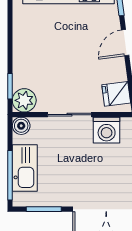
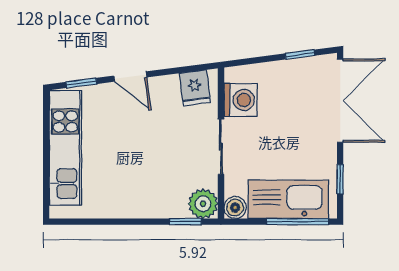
kitchen sink: (25, 168) -> (288, 199), width x1.36, depth x1.24
window: (44, 209) -> (340, 179), width x0.67

